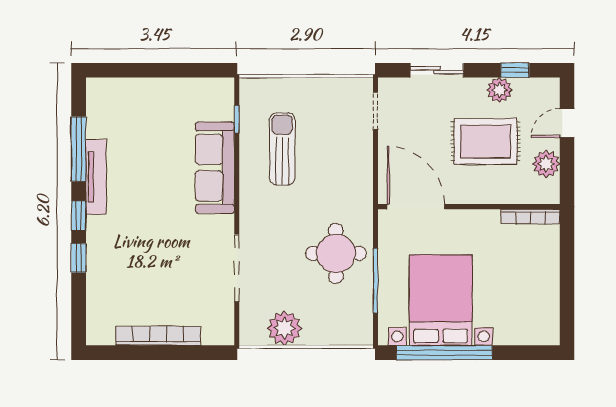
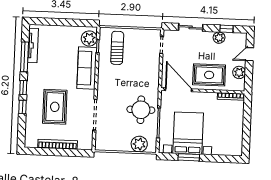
plant: (217, 103) -> (89, 38), added
rug: (486, 142) -> (209, 75), moved
sun lounger: (282, 149) -> (117, 48), moved
tv unit: (96, 177) -> (33, 45), moved
rug: (149, 255) -> (55, 107), added
plant: (285, 328) -> (139, 144), moved
window: (444, 353) -> (189, 157), width x0.47

